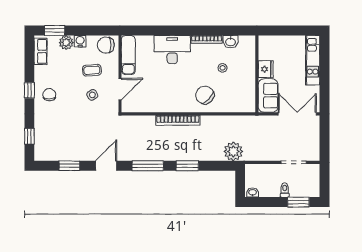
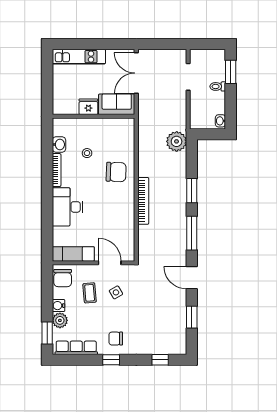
row of seats: (41, 51) -> (76, 348), width x1.48
chair: (205, 95) -> (116, 172), turned -133

